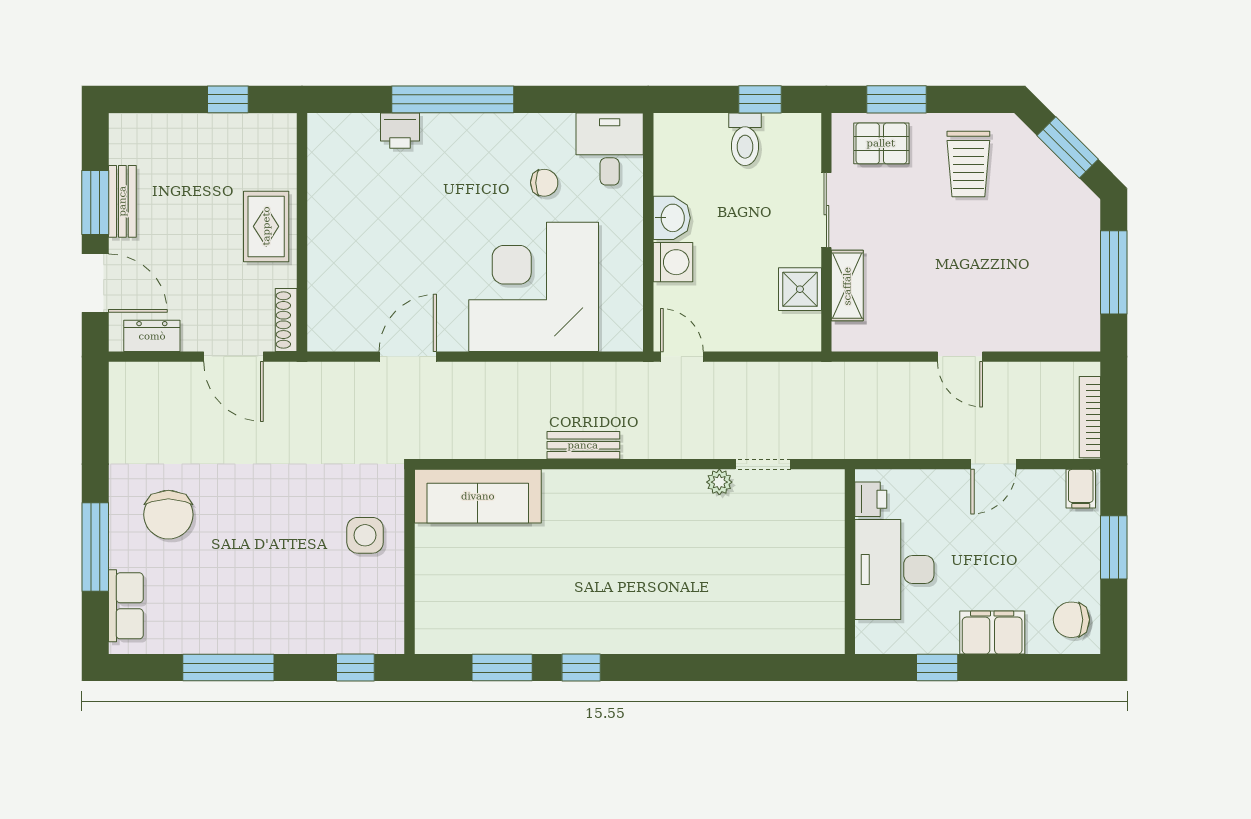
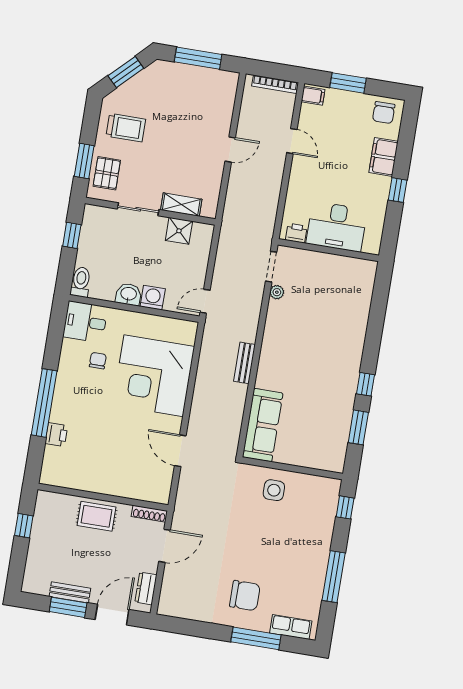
toilet: (745, 139) -> (81, 282), moved, turned -90
printer: (871, 499) -> (296, 233), moved
wall: (850, 562) -> (328, 250), moved
desk: (894, 569) -> (337, 227), moved

